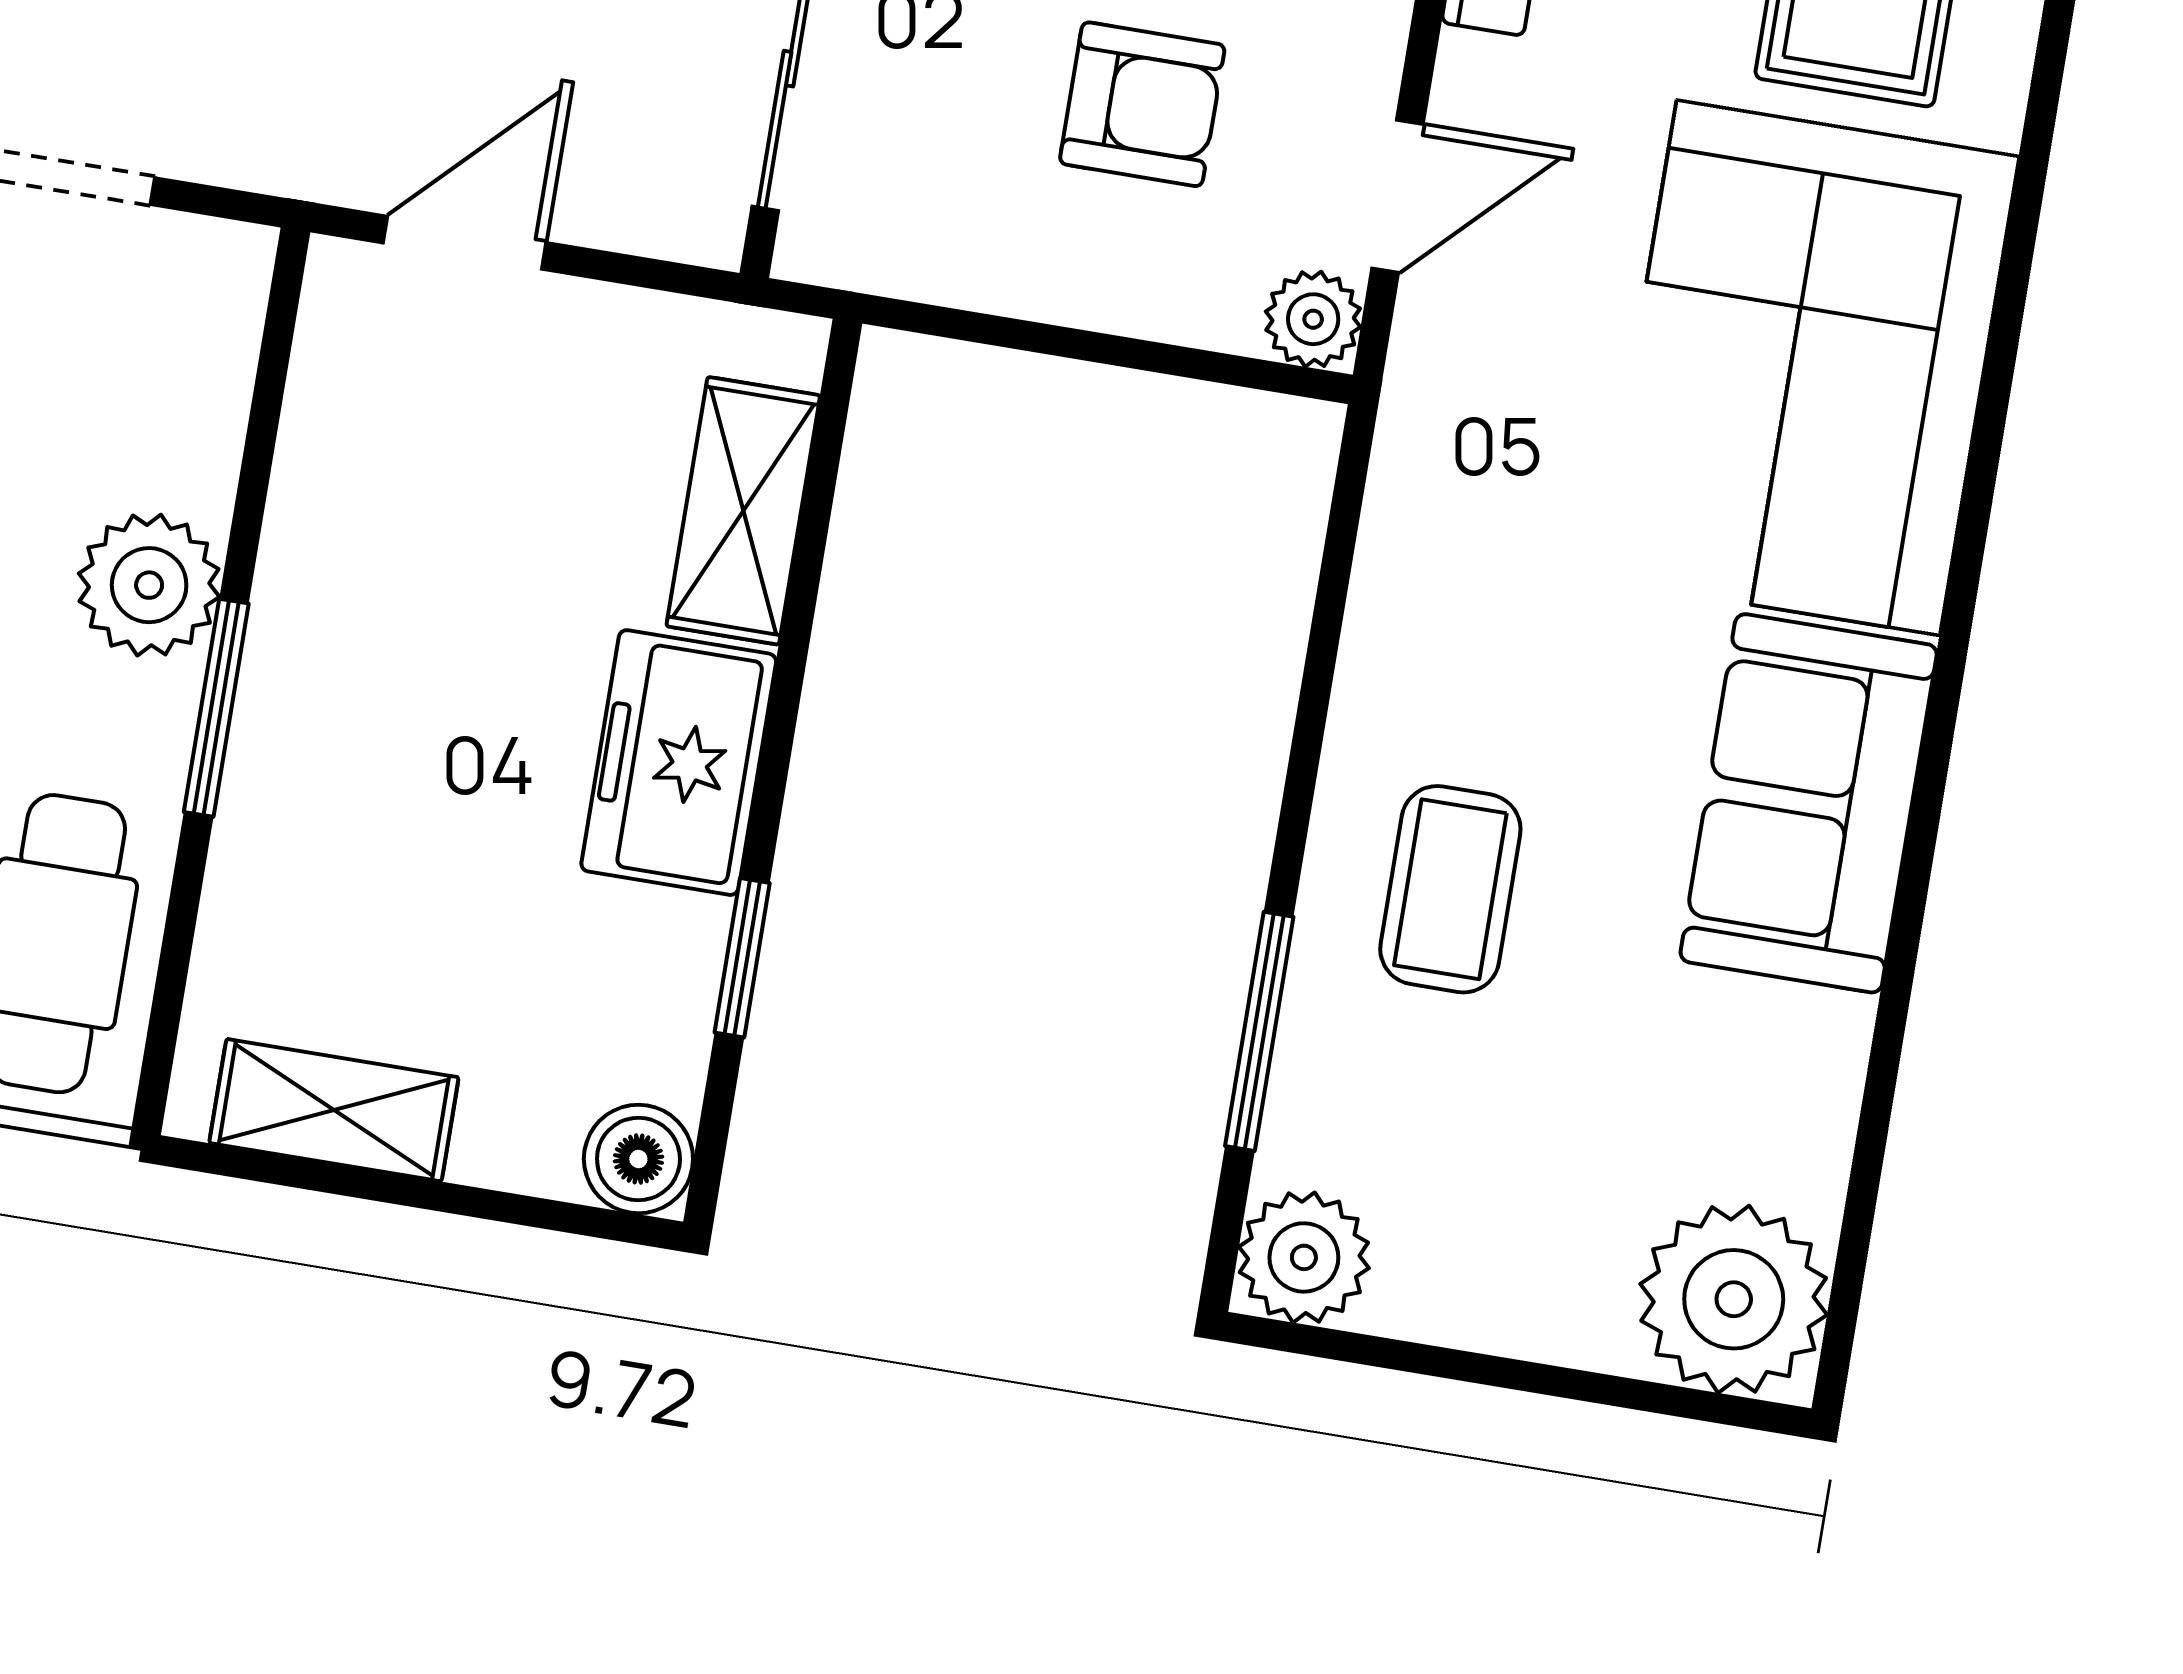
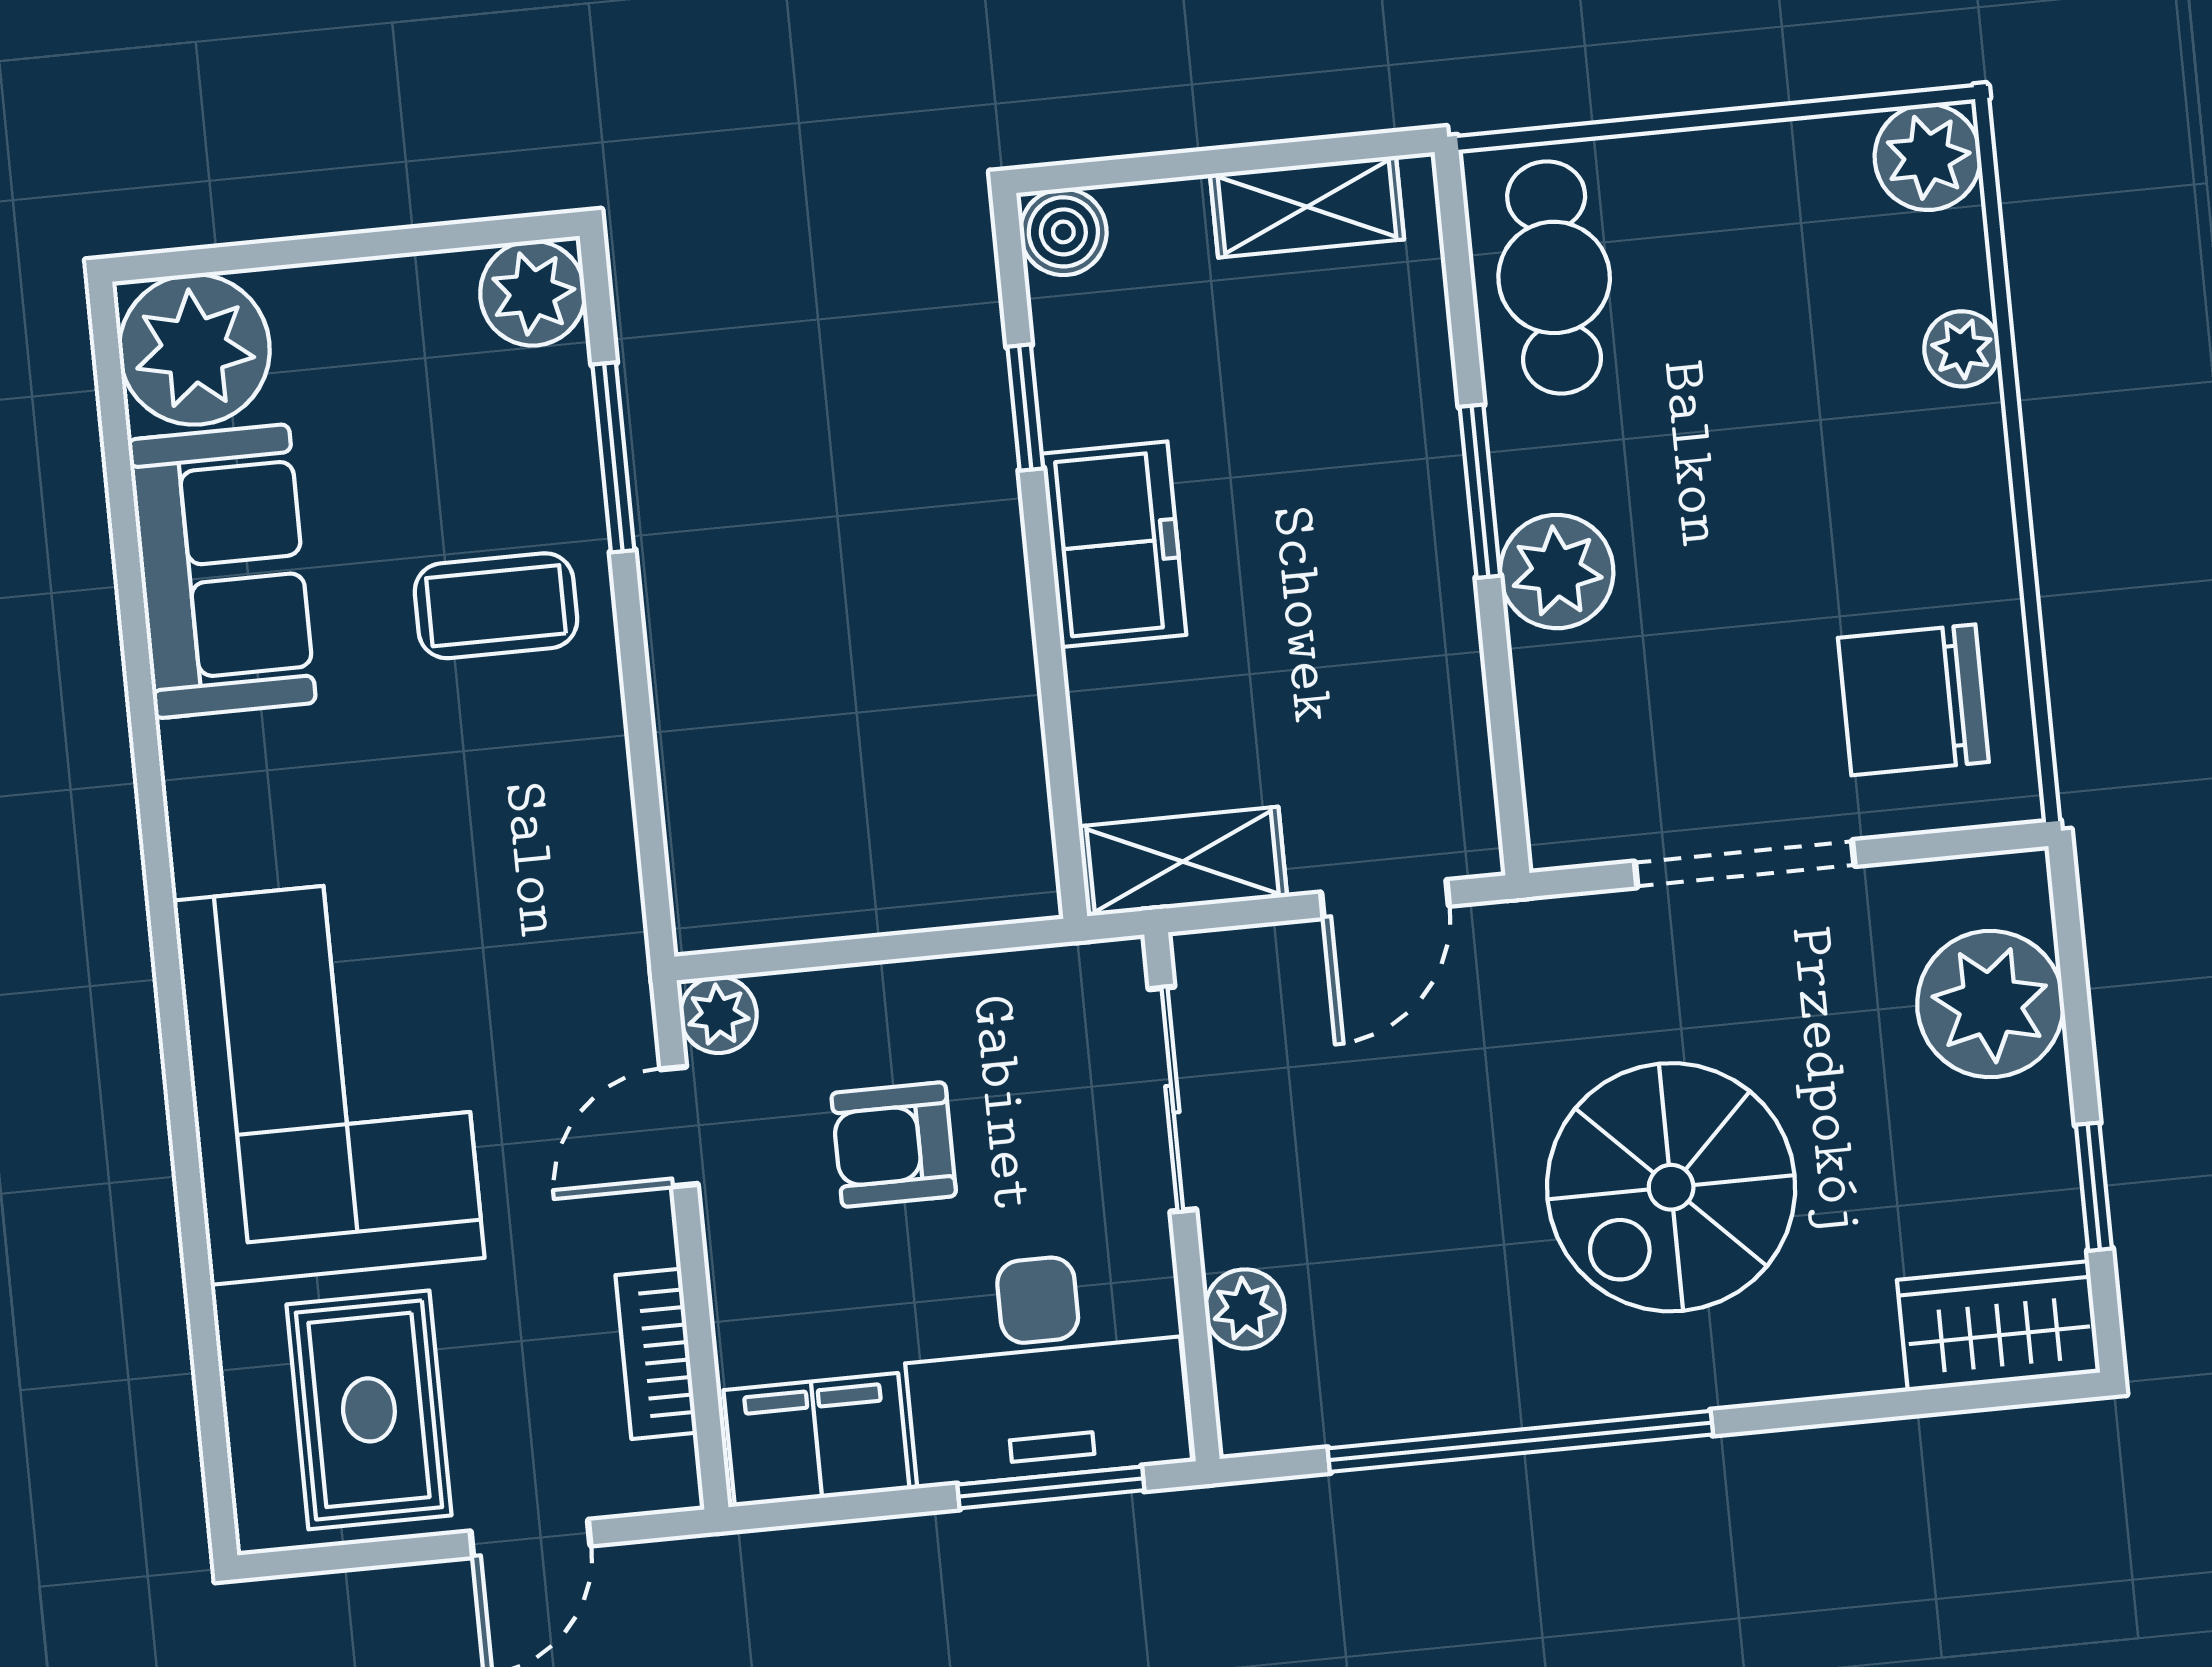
shelving: (743, 511) -> (1183, 862), moved, turned 90
sofa: (1809, 803) -> (222, 571), moved
coffee table: (1450, 889) -> (496, 606), turned 90

